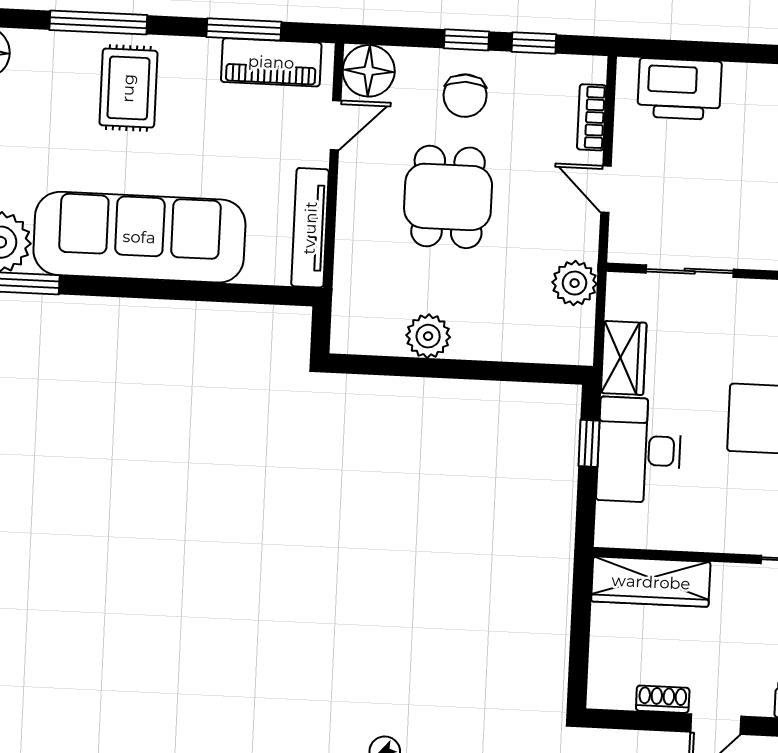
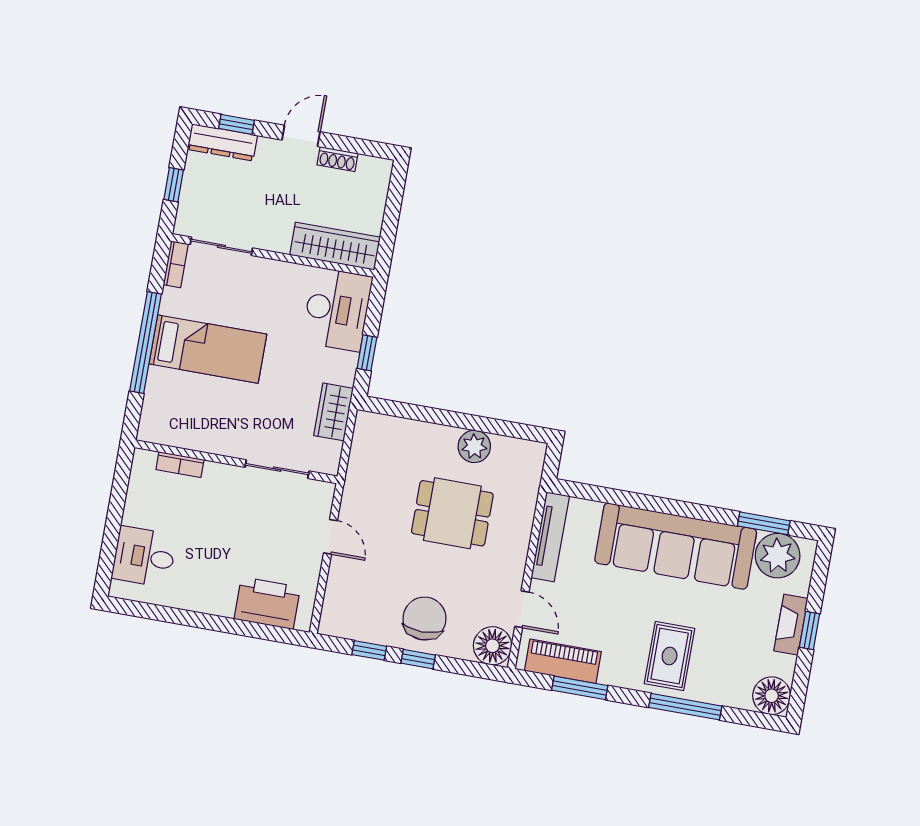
chair: (465, 96) -> (424, 619), width x1.37, depth x1.37
bookcase: (592, 117) -> (334, 591), removed
door: (336, 125) -> (522, 609), swing flipped
dining table: (448, 197) -> (452, 513), moved, turned 90
plant: (575, 283) -> (362, 471), removed
desk: (639, 450) -> (337, 309), moved

